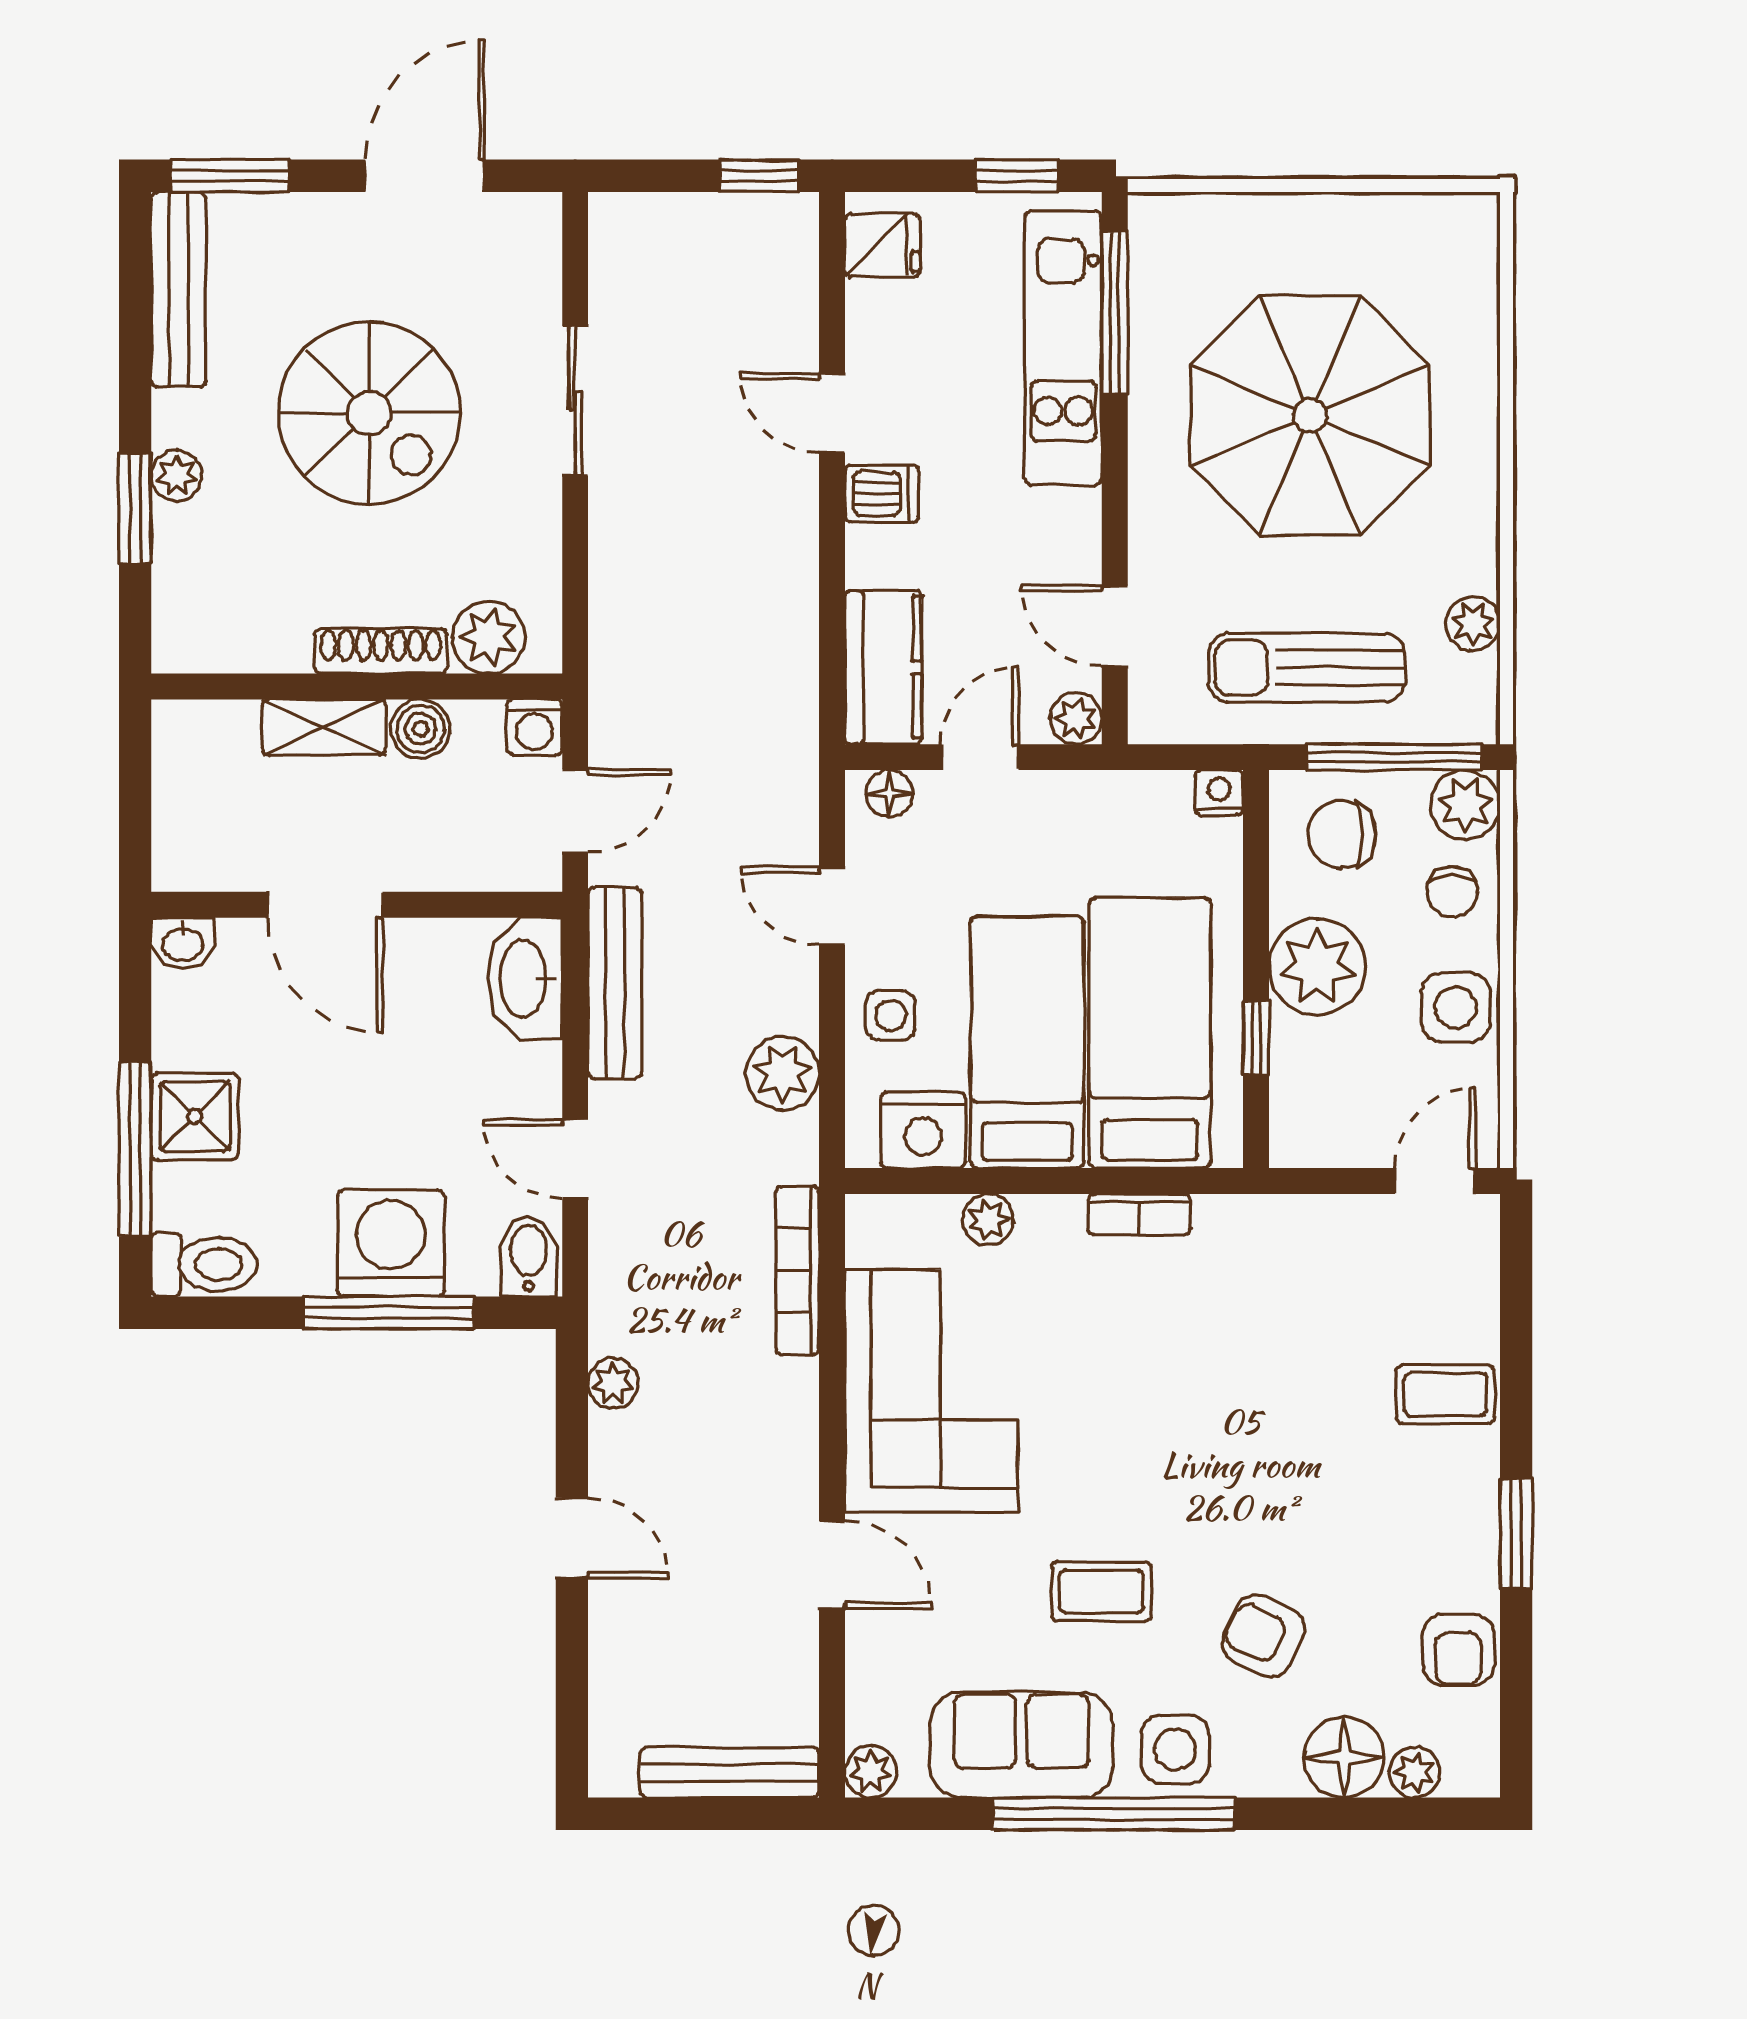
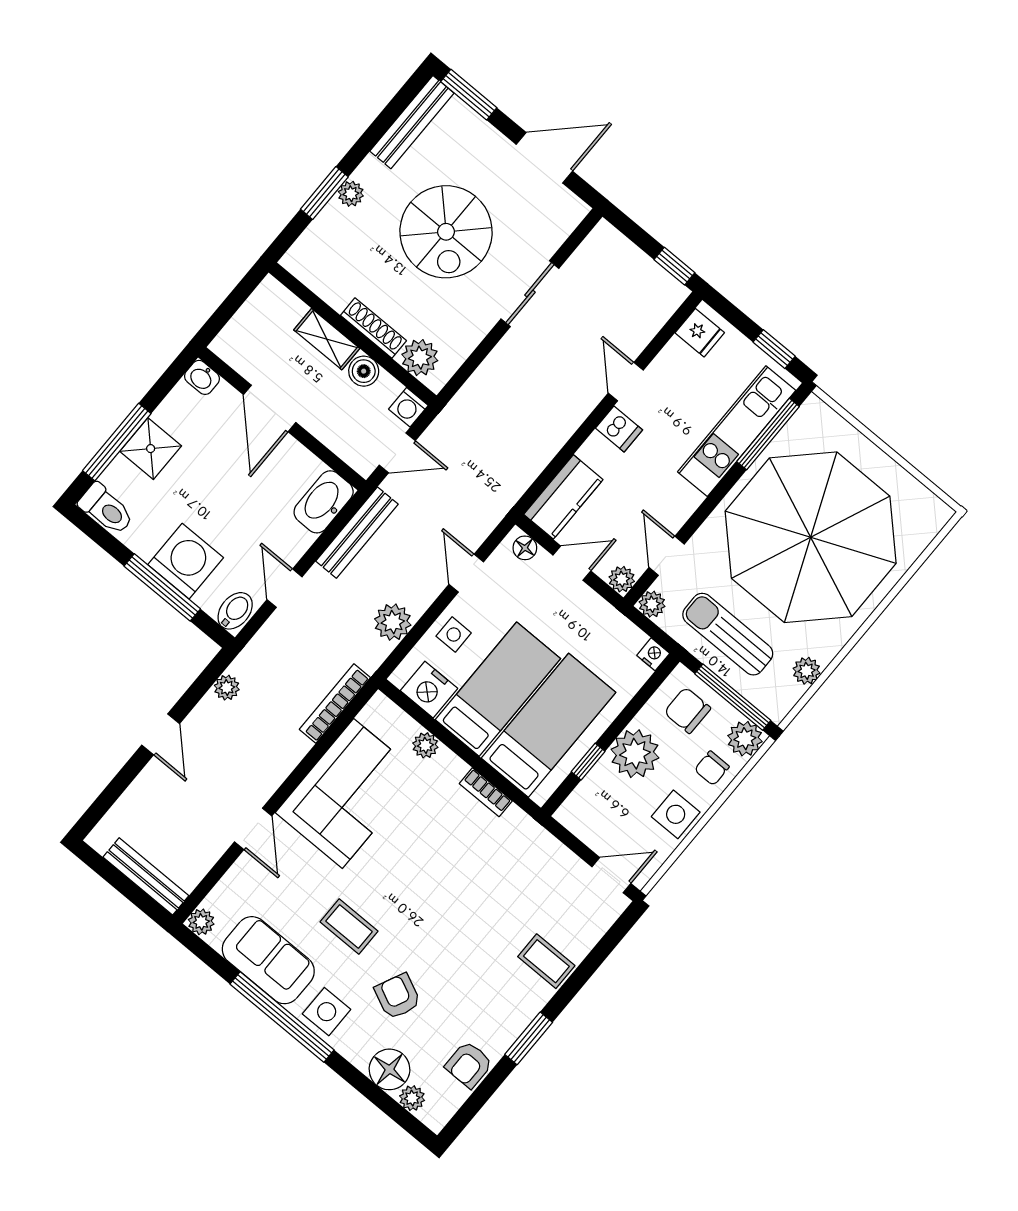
parasol: (1310, 415) -> (811, 537), width x1.36, depth x1.36
plant: (1154, 718) -> (652, 604), added

